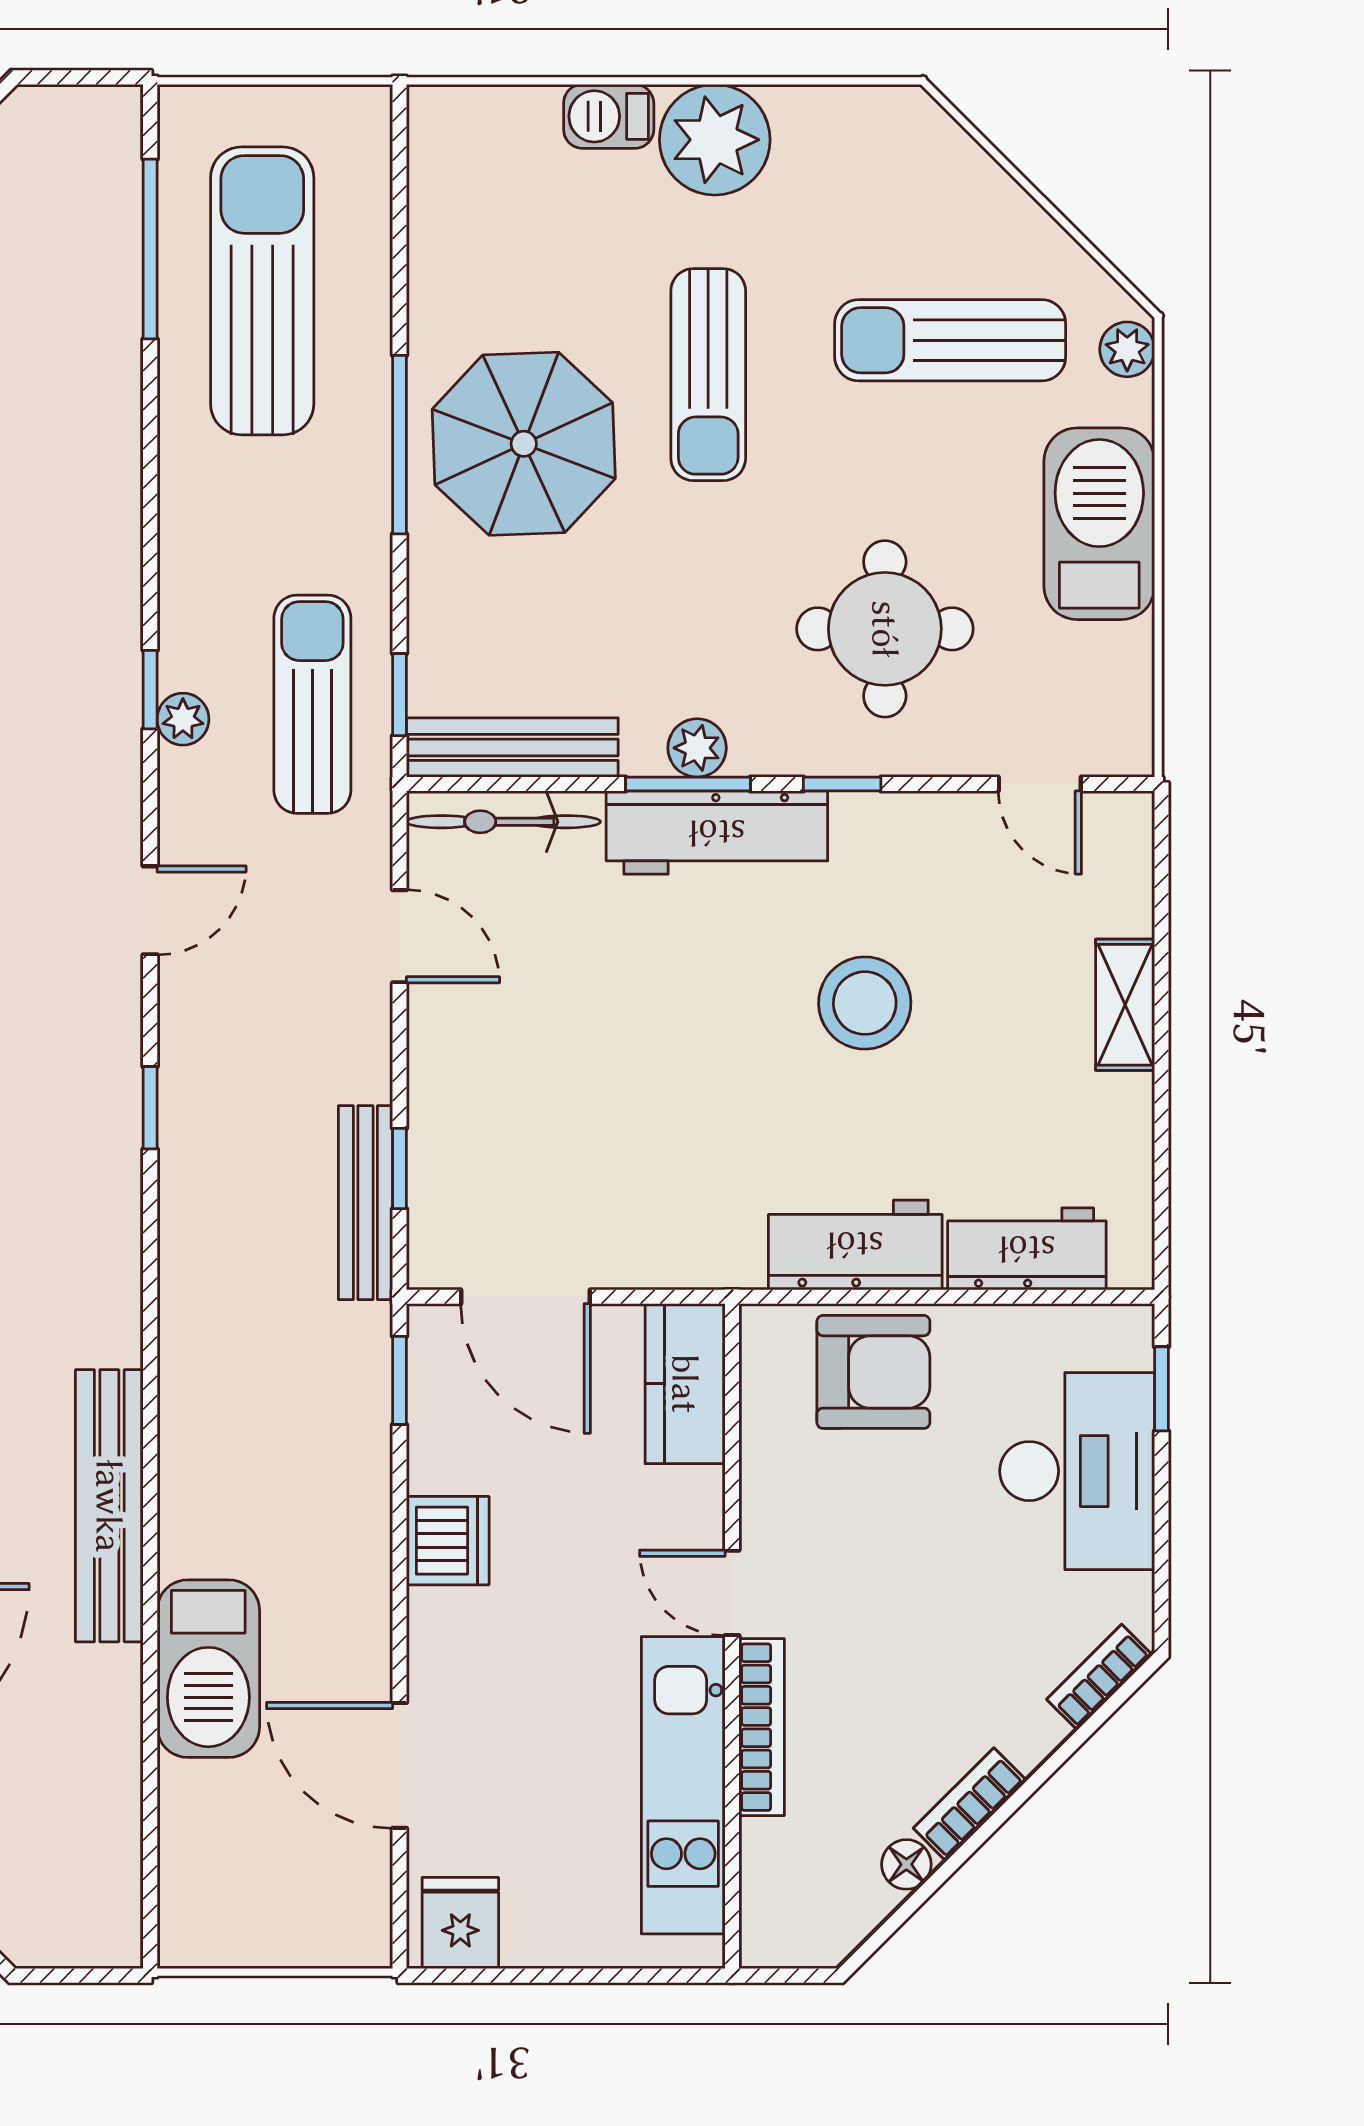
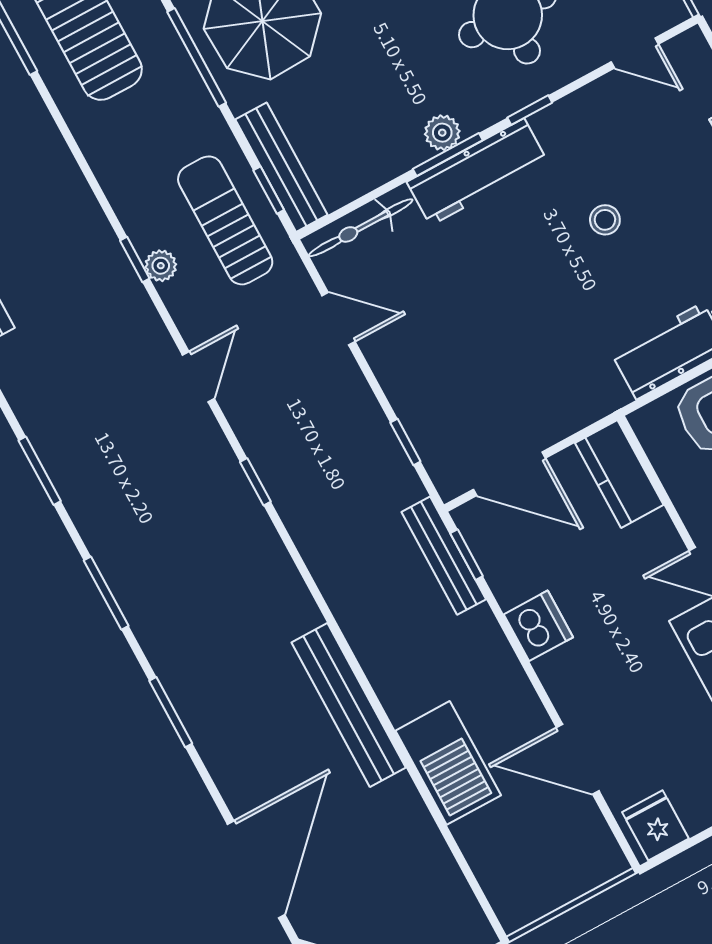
bench: (512, 747) -> (281, 167), moved, turned 90
stool: (865, 1003) -> (605, 220), width x0.53, depth x0.53
bench: (365, 1203) -> (444, 556), moved

